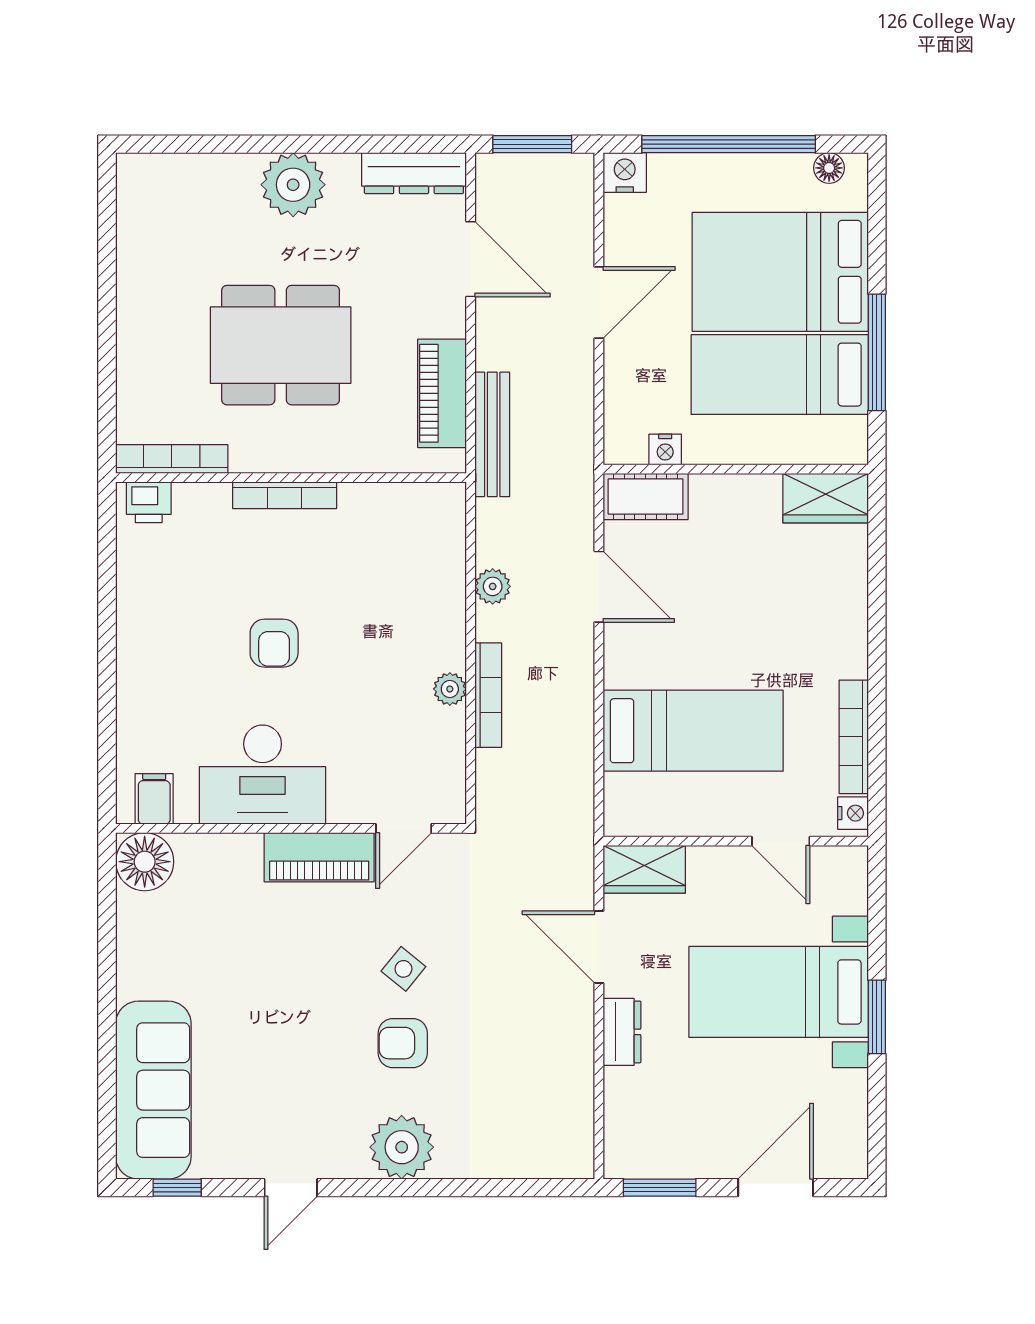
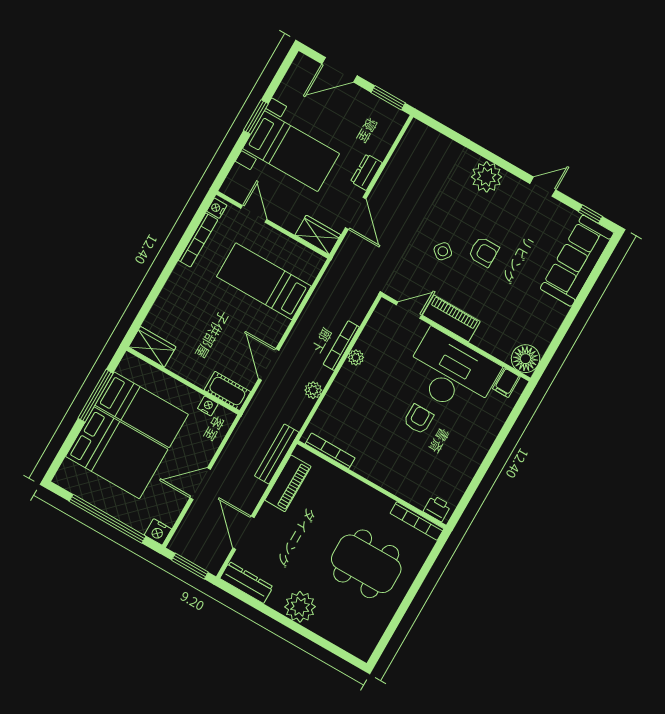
floor lamp: (829, 168) -> (71, 485), removed
dining table: (281, 345) -> (366, 564), moved
bookcase: (285, 495) -> (330, 451), moved
desk: (263, 775) -> (451, 373), width x1.36, depth x1.30
armchair: (403, 1043) -> (484, 252), moved

